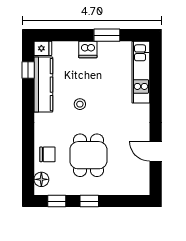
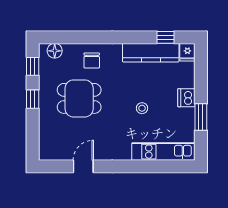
stool: (80, 104) -> (142, 108), moved
chair: (47, 154) -> (92, 60), moved

